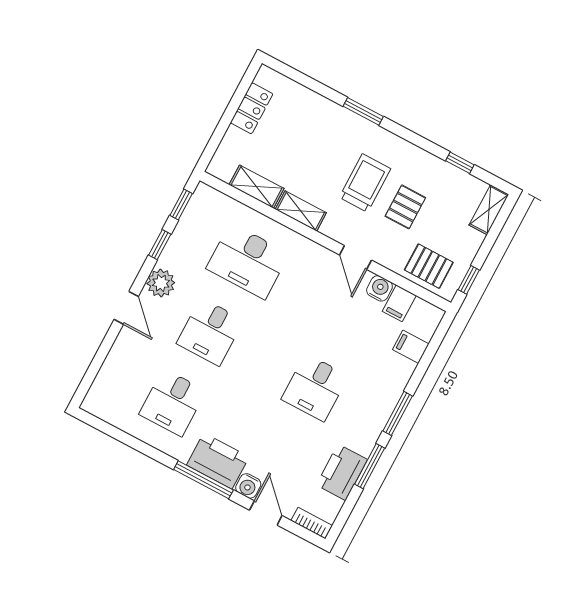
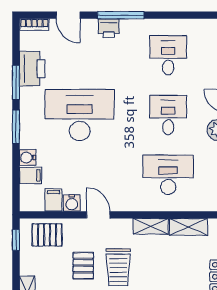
desk: (315, 387) -> (80, 115), width x1.87, depth x1.30
printer: (218, 461) -> (109, 28), width x0.53, depth x0.68
water cooler: (248, 486) -> (28, 158), moved, turned -90

